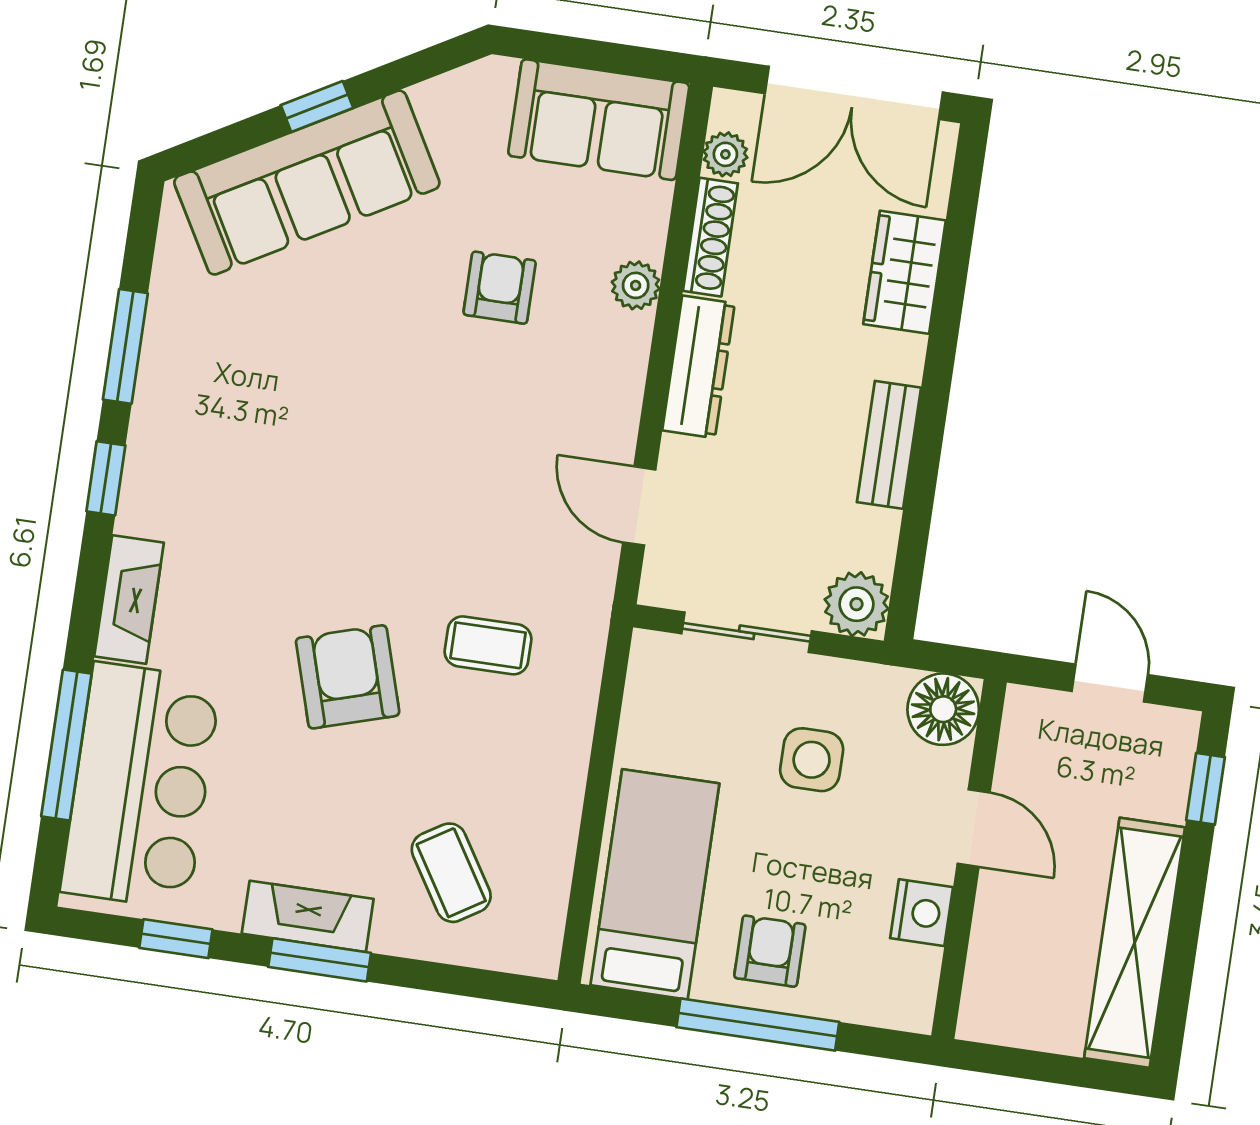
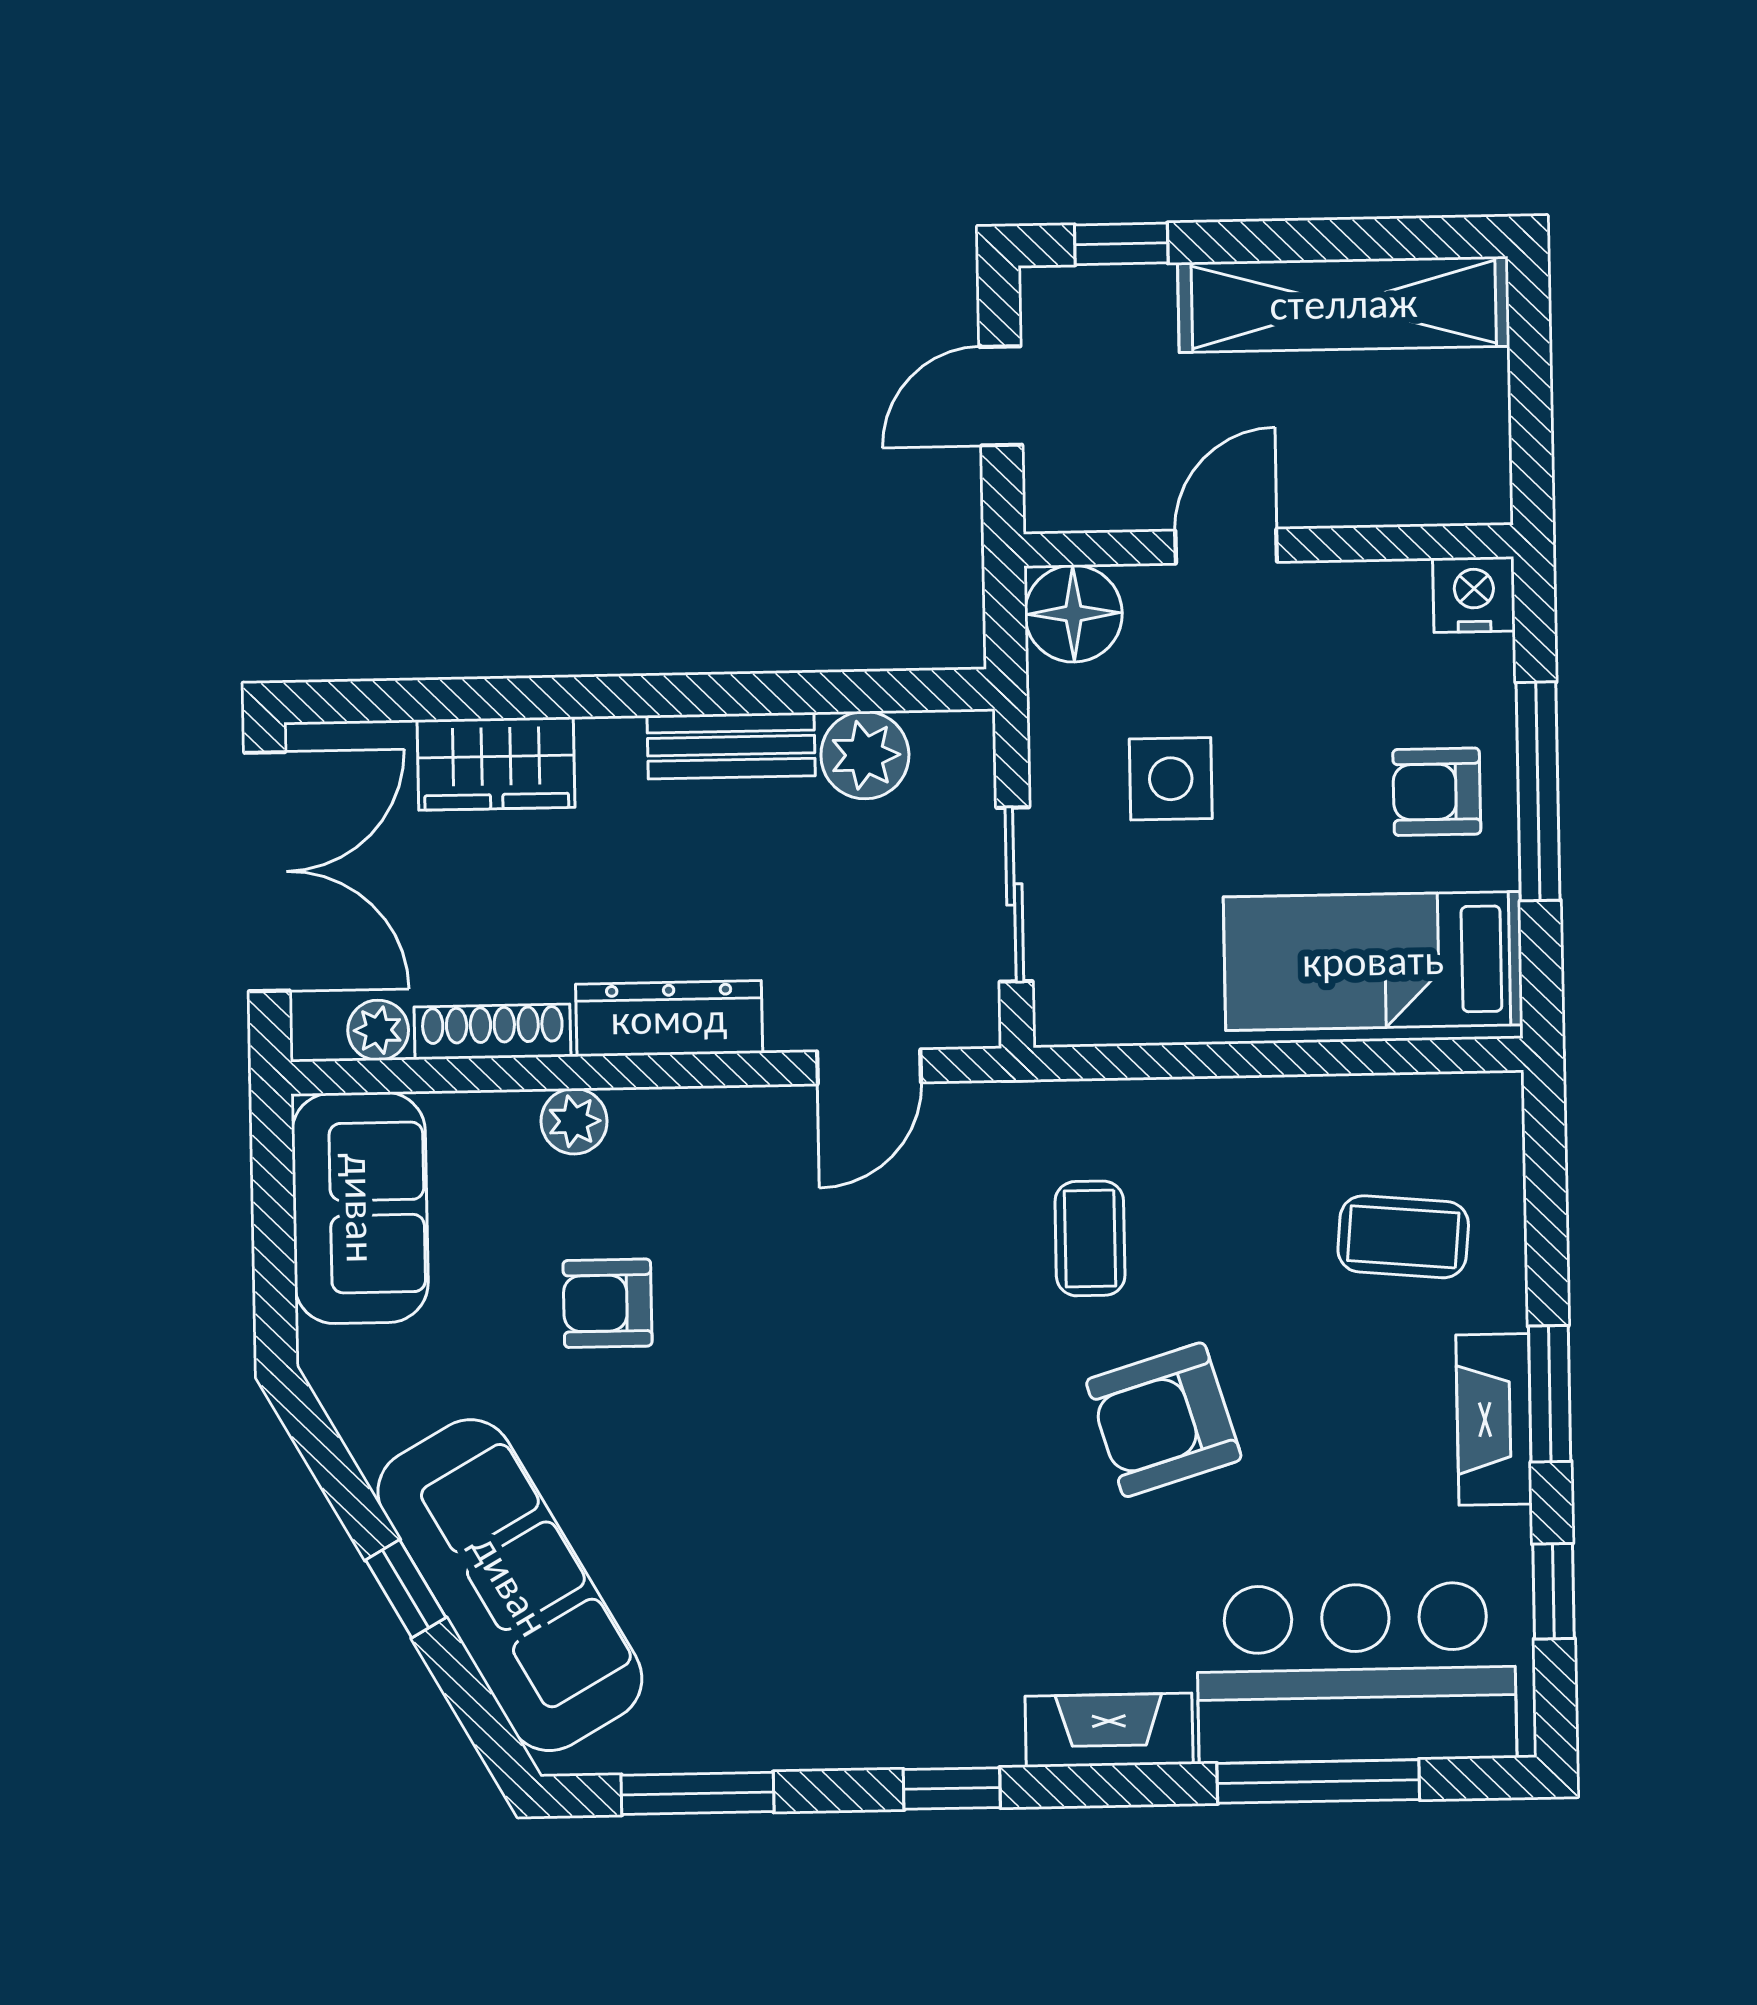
window: (125, 346) -> (698, 1793), moved
plant: (856, 604) -> (865, 755), moved
coffee table: (451, 873) -> (1403, 1237), turned 37
nightstand: (922, 913) -> (1474, 595), moved

